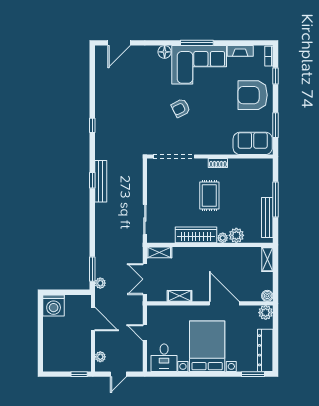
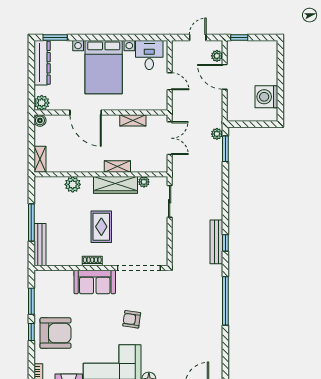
window: (275, 76) -> (31, 332), moved
armchair: (181, 108) -> (132, 319), turned -145
window: (92, 125) -> (225, 301), width x3.17
sofa: (253, 143) -> (95, 282), moved
bench: (267, 218) -> (40, 245), moved
plant: (223, 238) -> (144, 182), moved
shelving: (159, 252) -> (117, 166), moved
washing machine: (54, 305) -> (266, 97), moved, turned -90
door: (93, 319) -> (225, 77), moved

